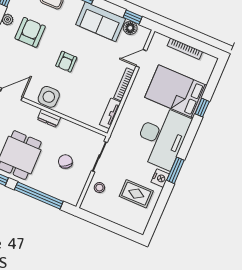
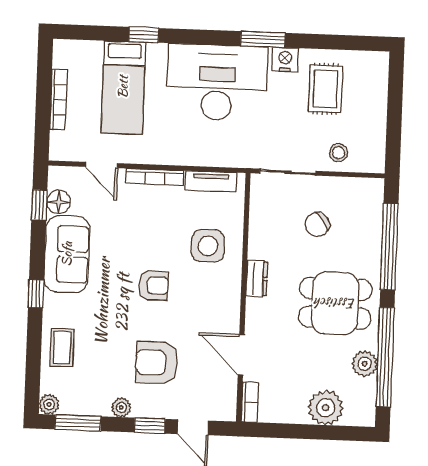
armchair: (30, 32) -> (157, 363), moved
bed: (176, 91) -> (123, 87), width x0.67
side table: (49, 97) -> (208, 246), moved

